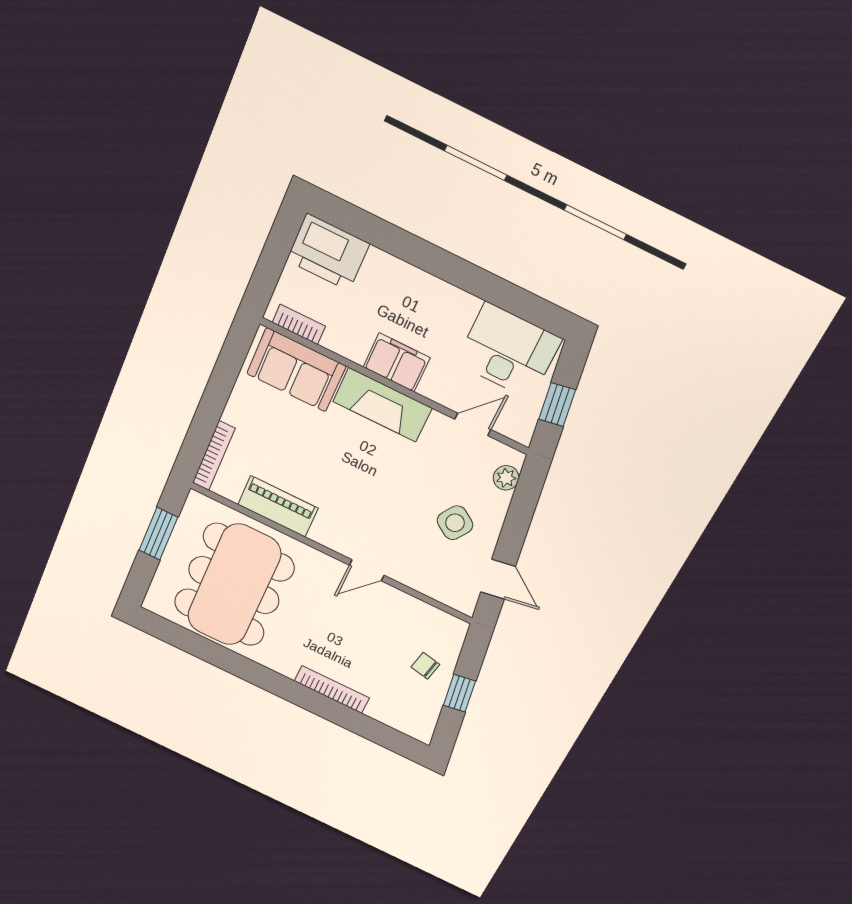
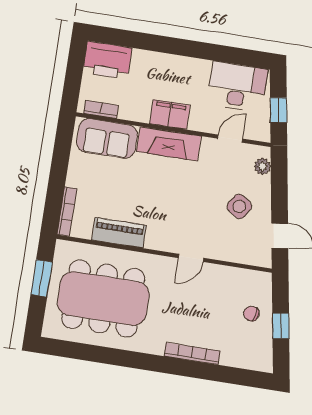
dining table: (234, 585) -> (103, 298), turned 90

